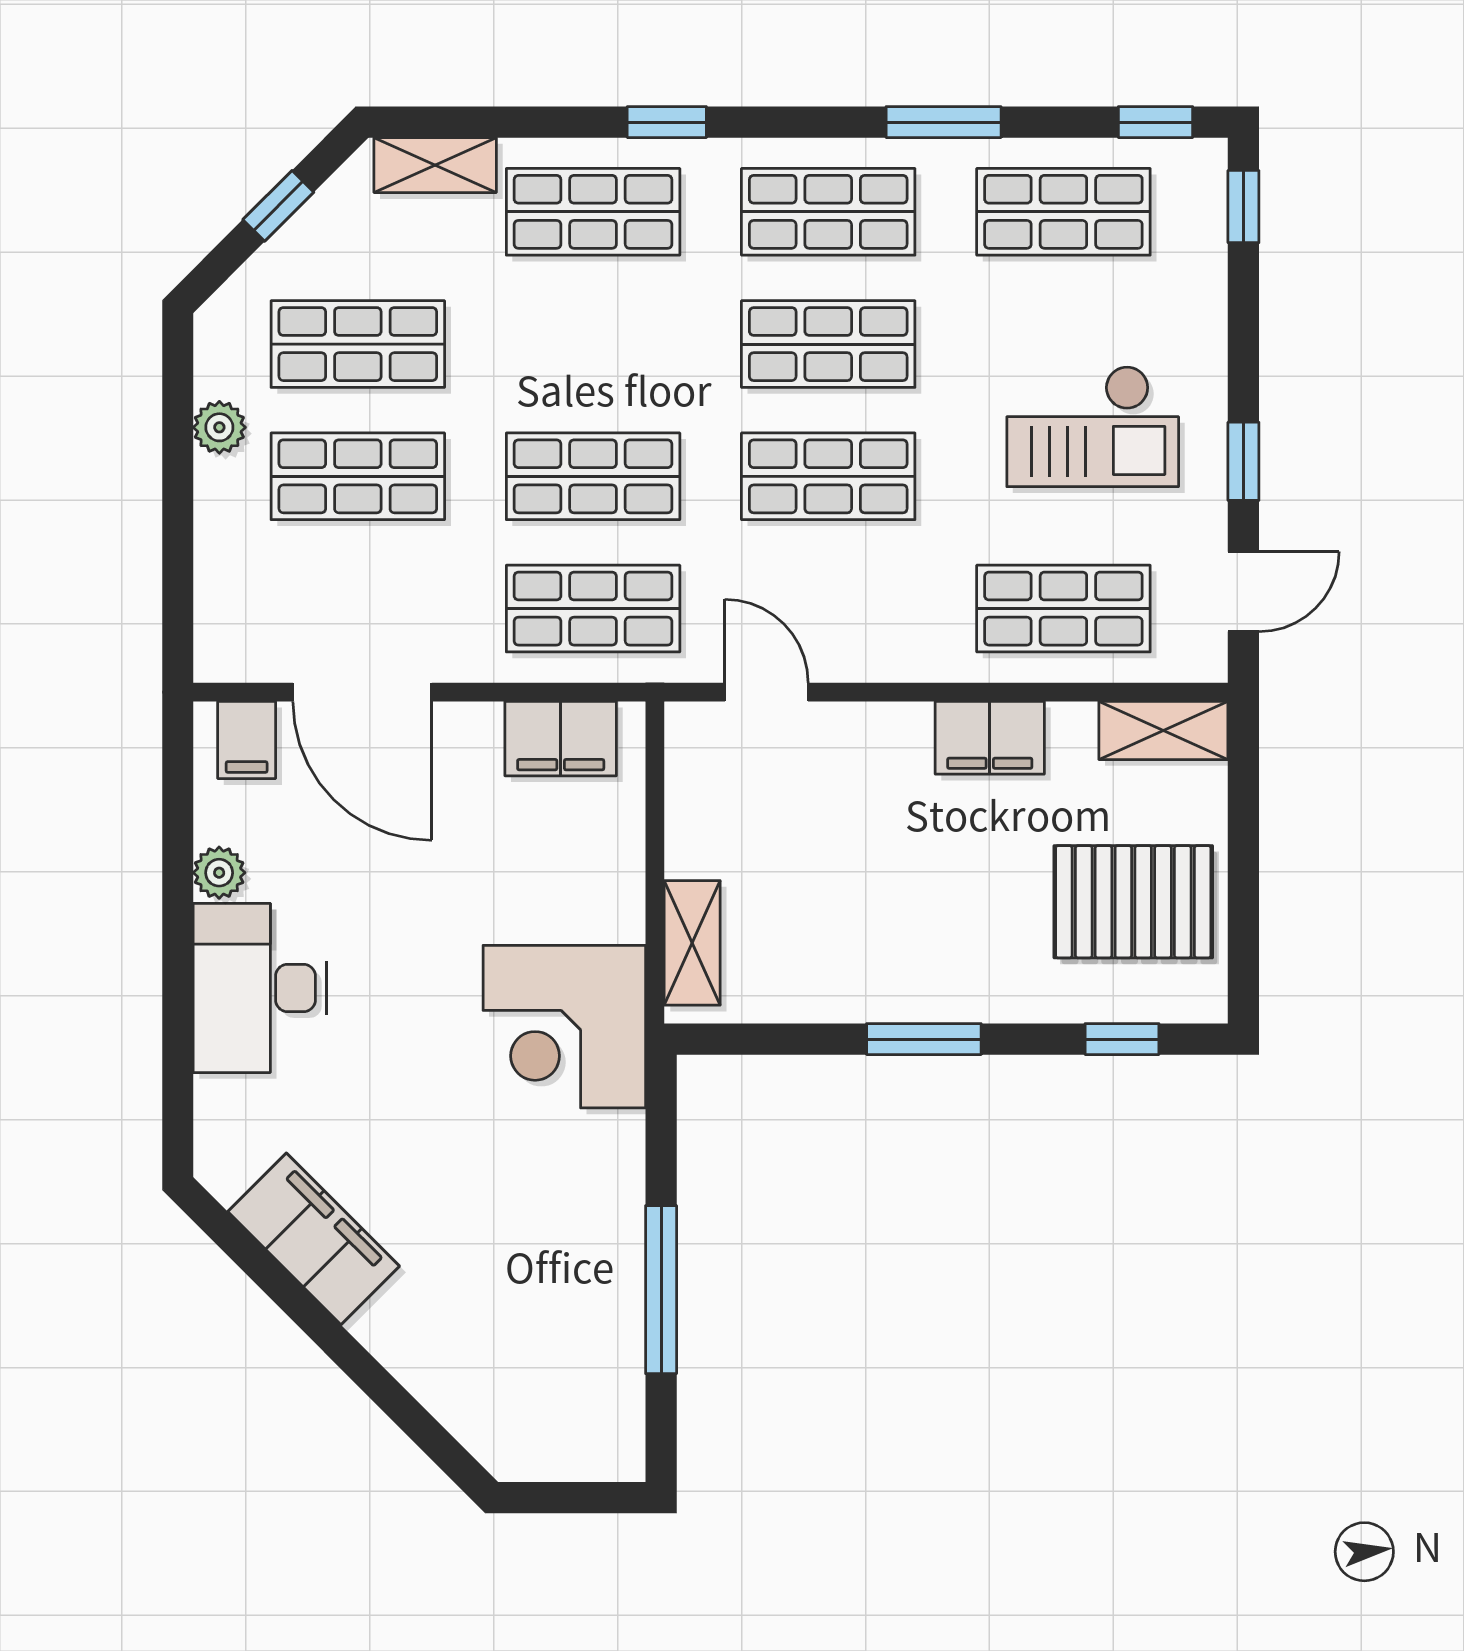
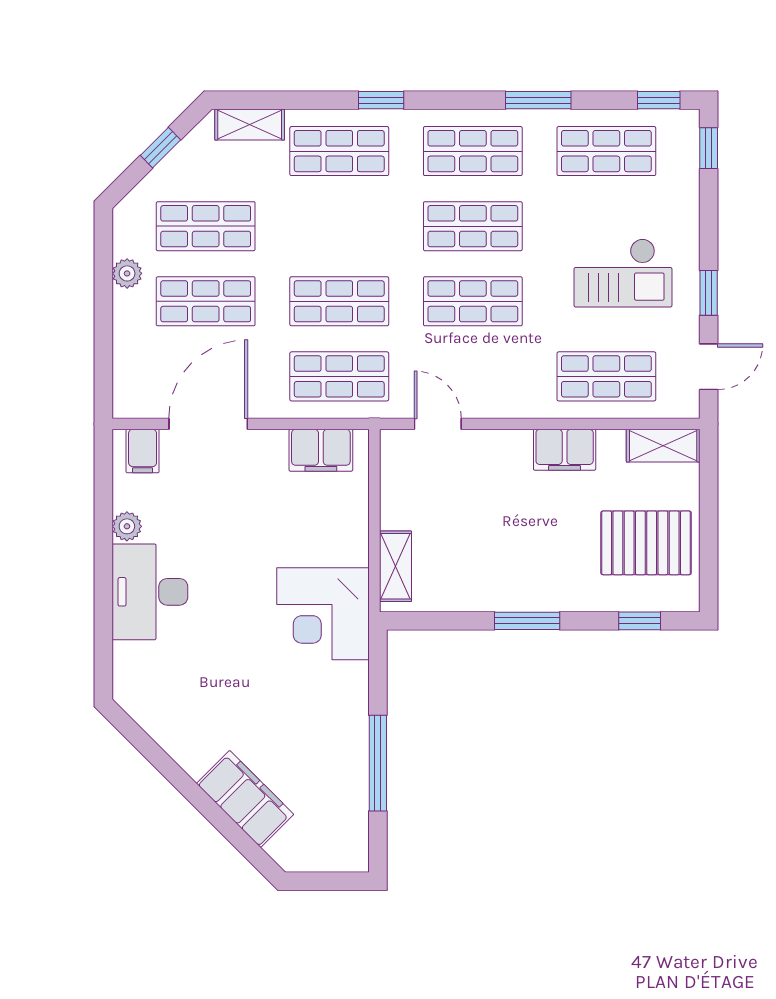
door: (362, 692) -> (208, 424), swing flipped
filing cabinet: (314, 1239) -> (245, 799), moved

